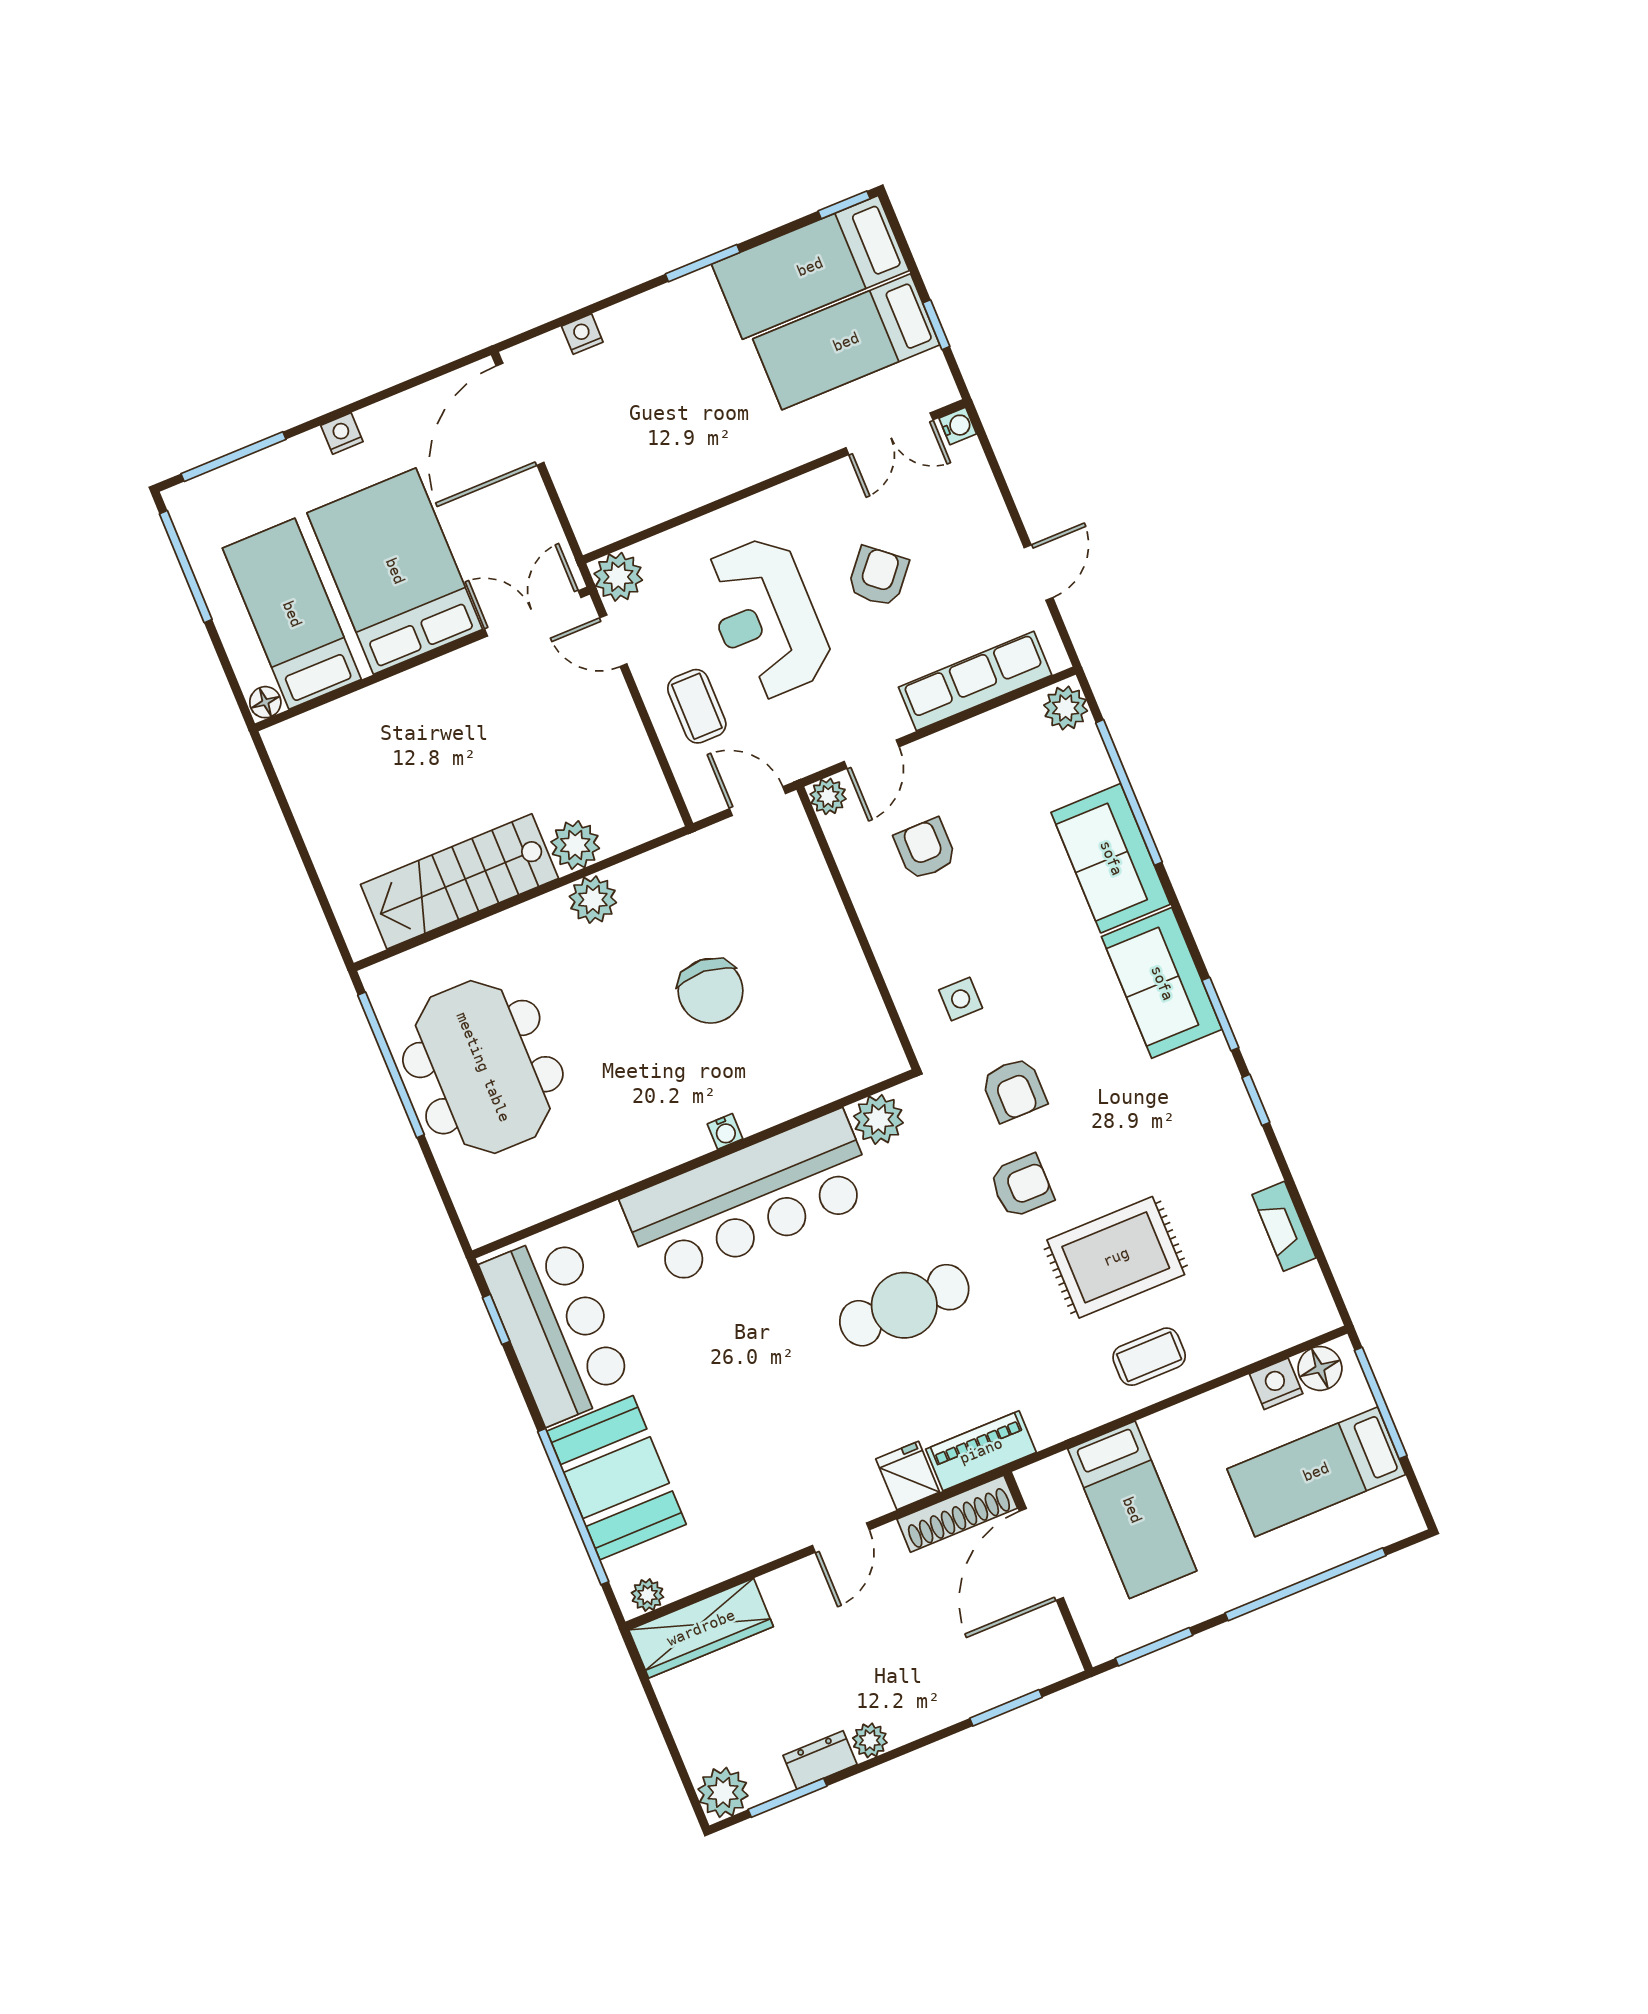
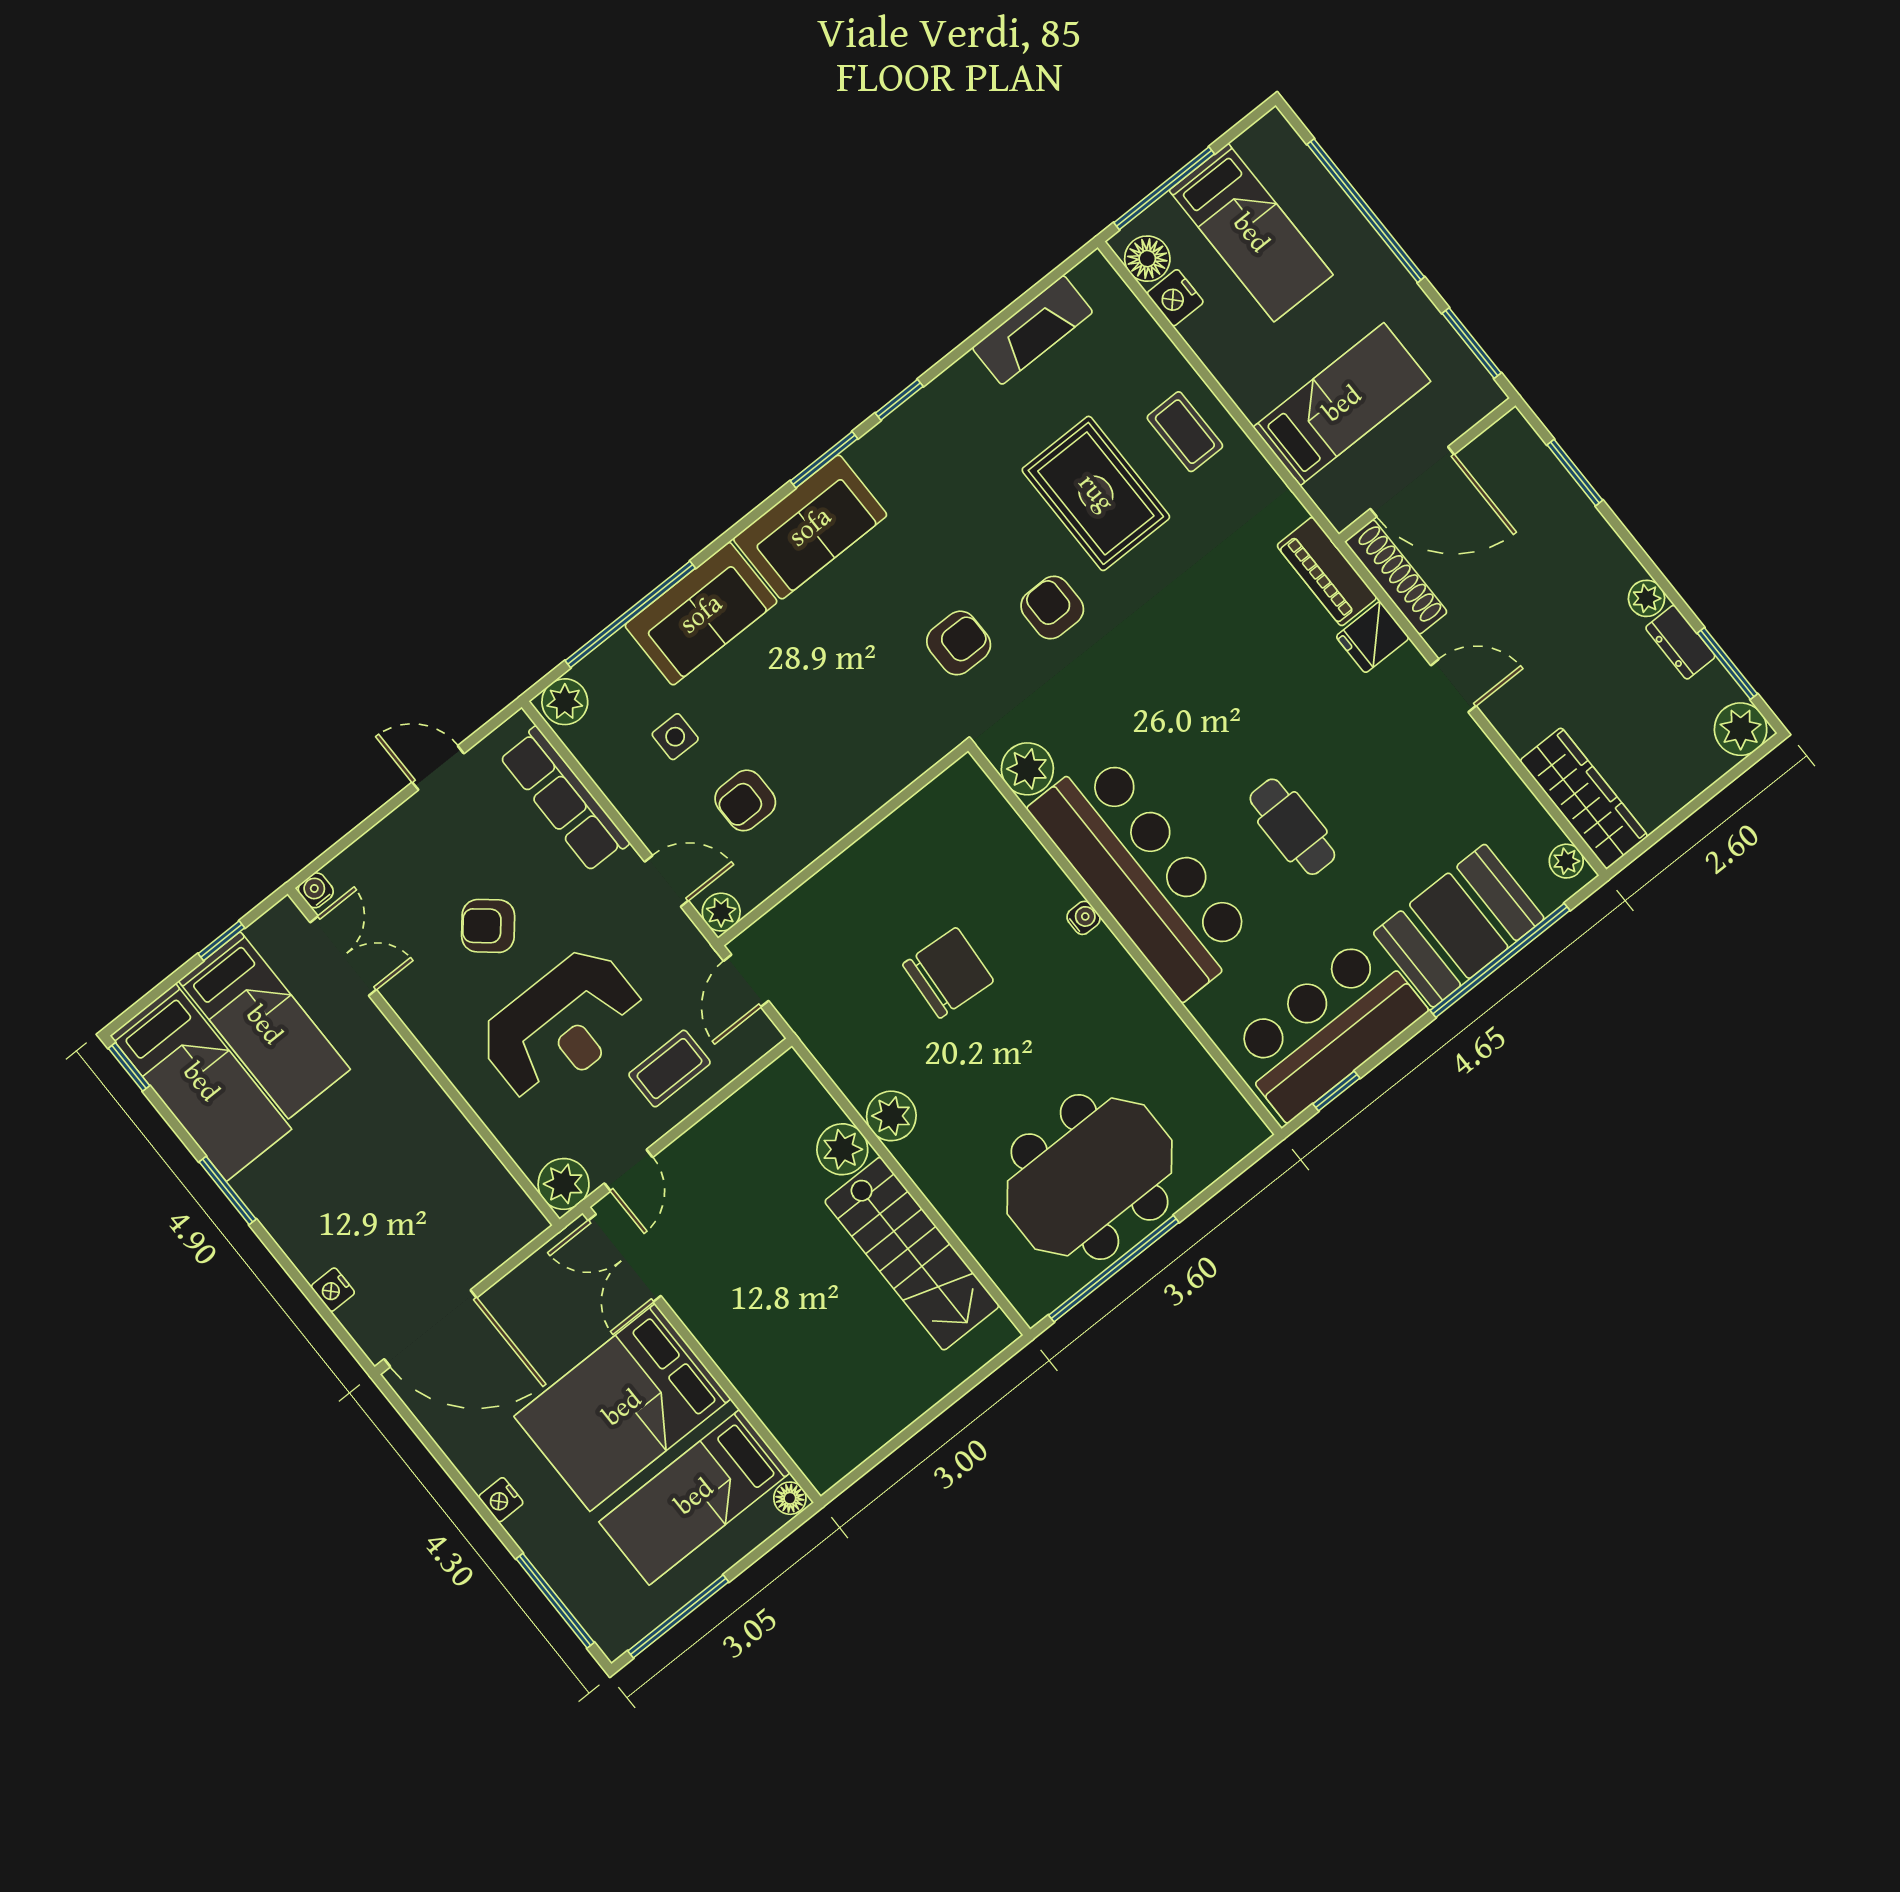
side table: (961, 999) -> (675, 737), moved
fireplace: (1284, 1226) -> (1033, 330), width x1.37, depth x1.32
cafe table: (904, 1305) -> (1292, 827), moved, width x0.73, depth x0.74

